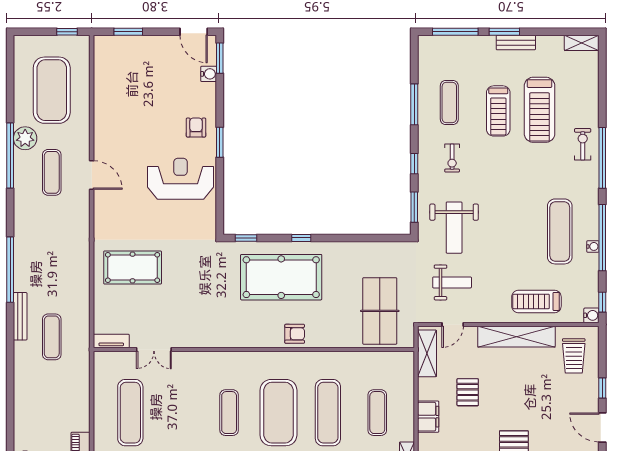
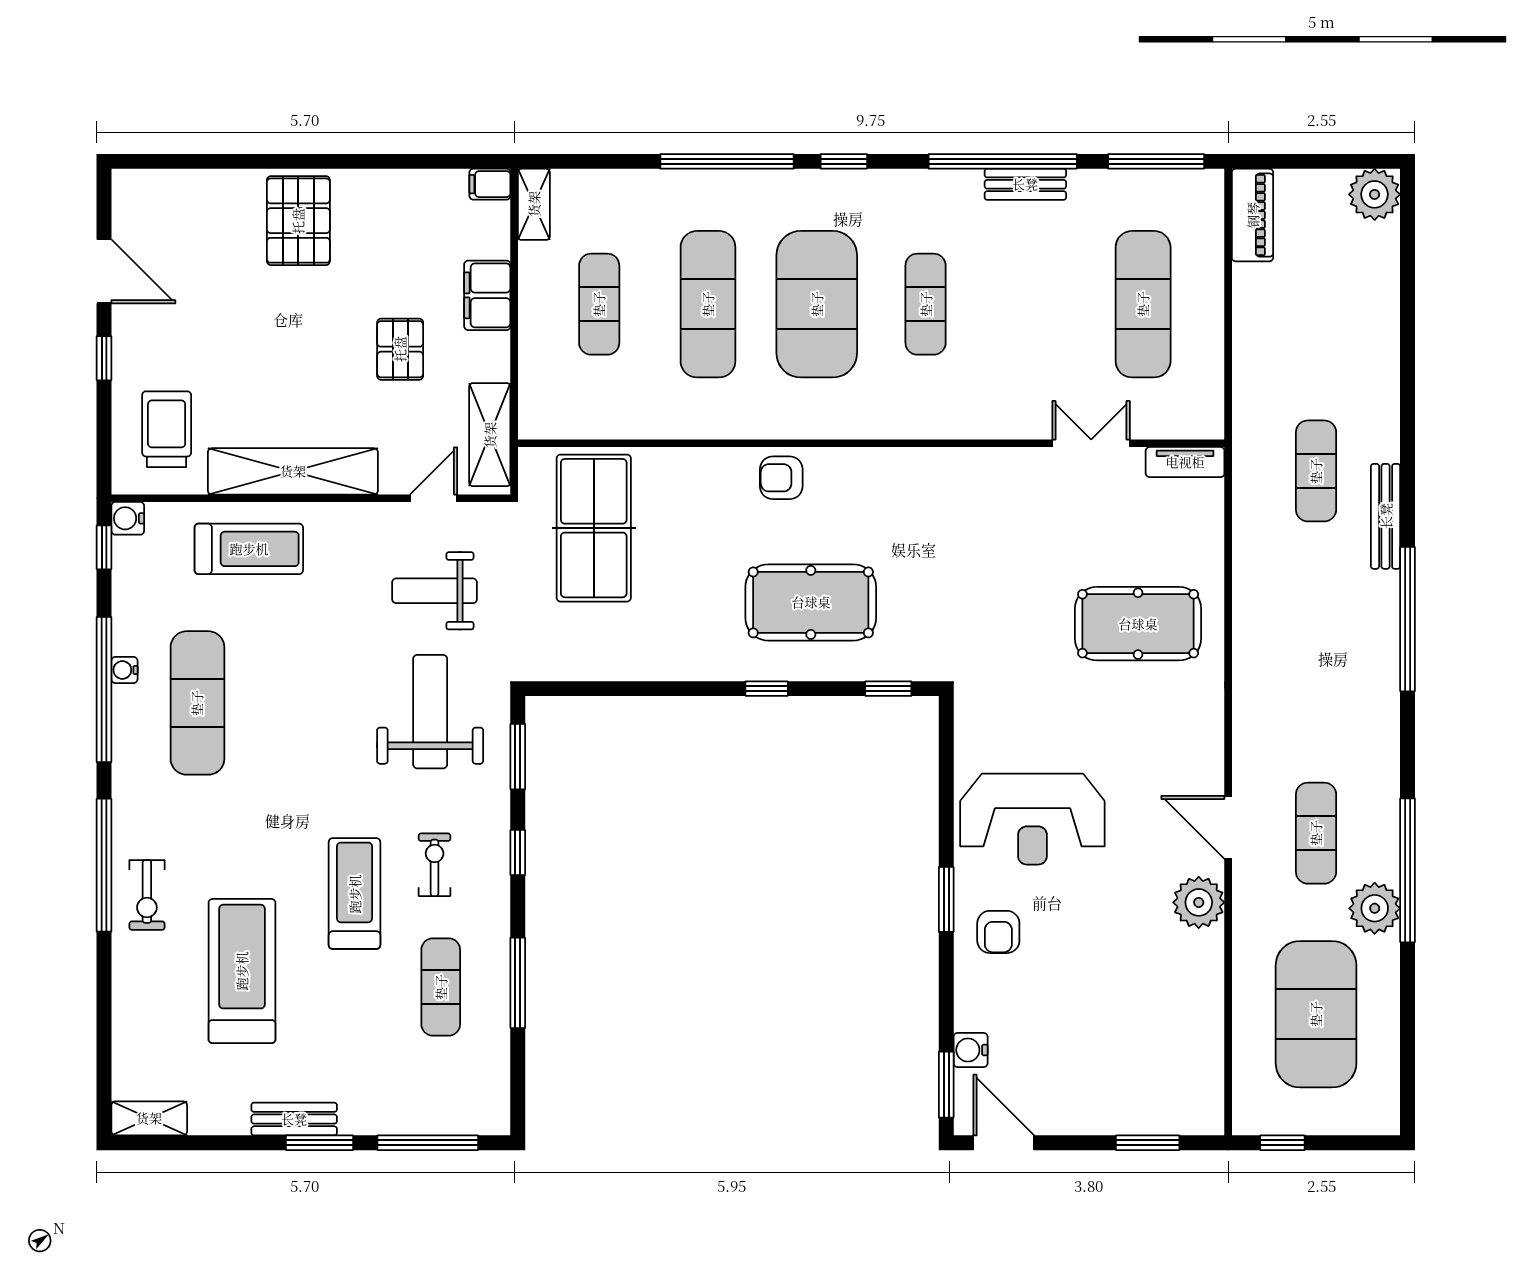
treadmill: (498, 111) -> (355, 894), moved
plant: (105, 141) -> (1199, 902), added
pool table: (281, 277) -> (811, 602), width x0.73, depth x0.76

